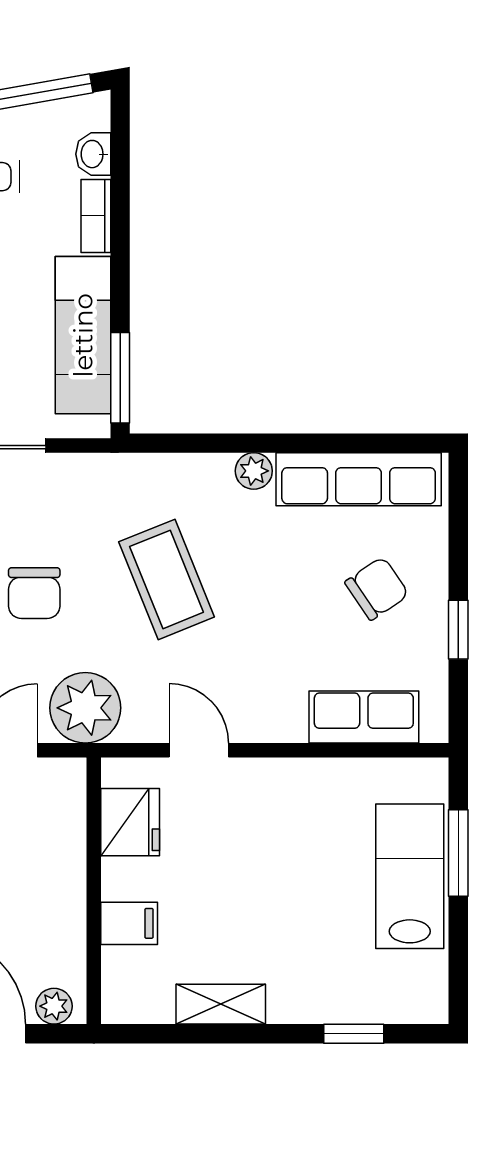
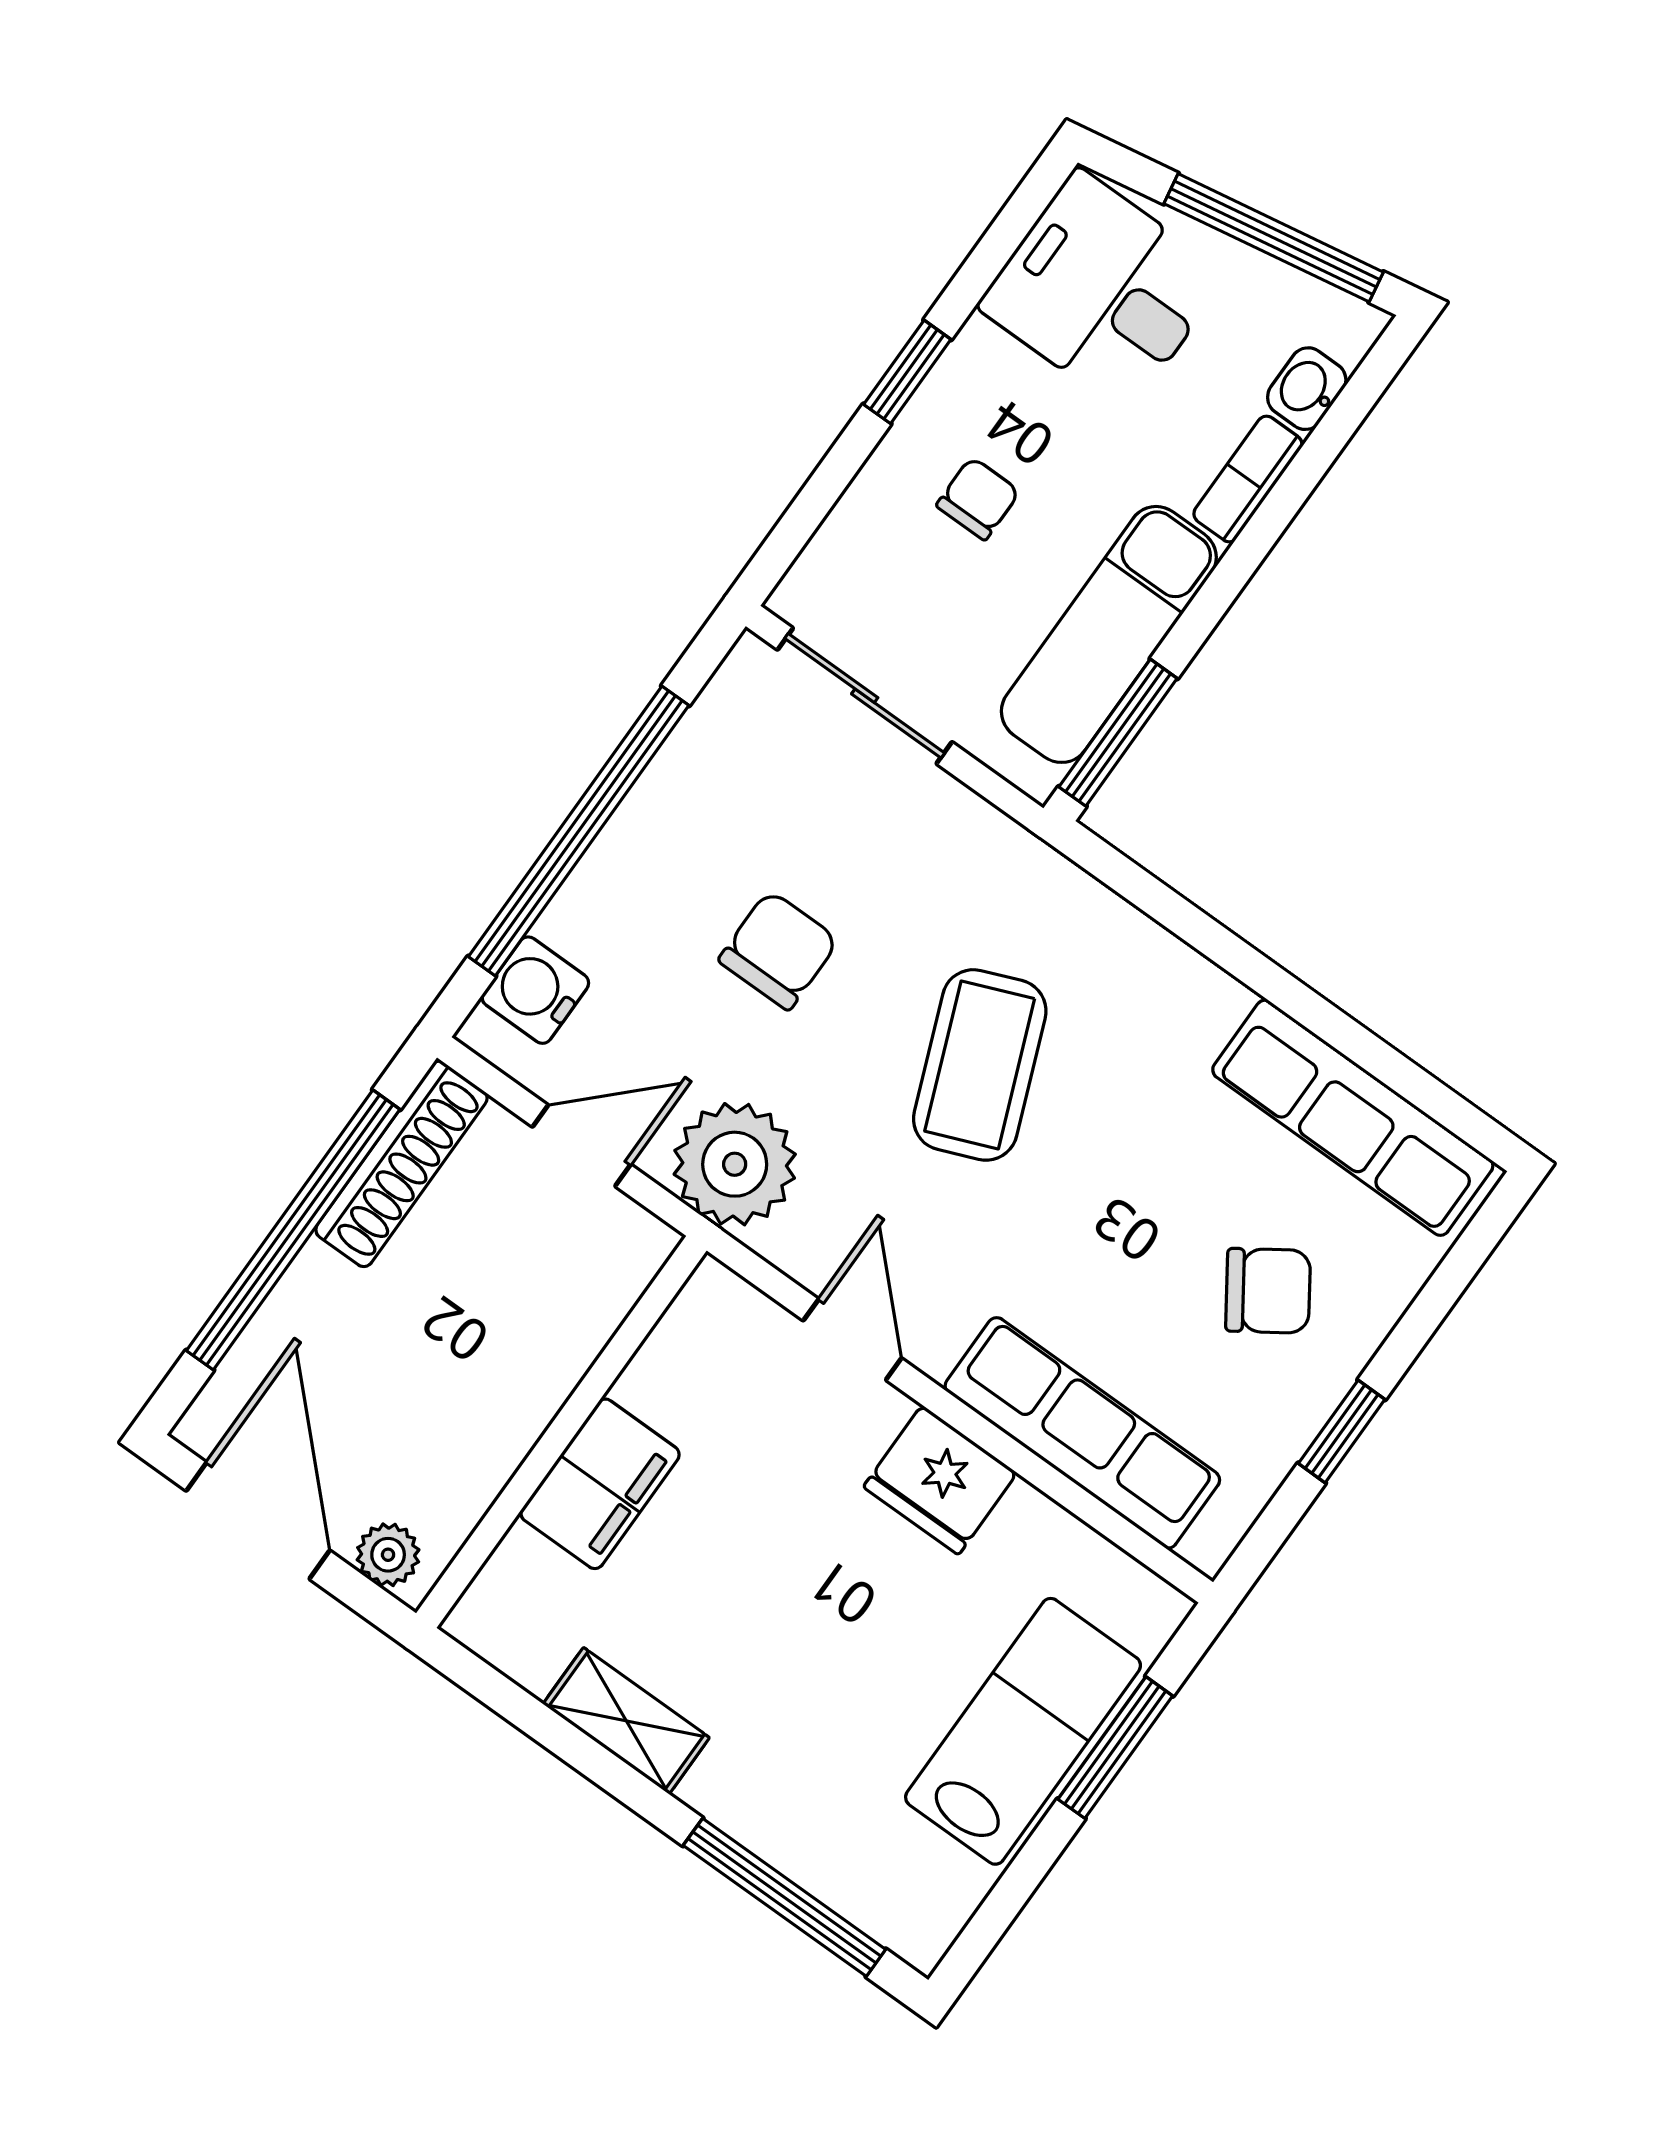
plant: (254, 471) -> (1213, 1000), removed
chair: (34, 593) -> (779, 950), turned 180
row of seats: (364, 717) -> (1082, 1433), width x1.48
fridge: (130, 822) -> (940, 1480), moved, turned 90
filing cabinet: (129, 923) -> (600, 1484), width x2.00
window: (354, 1034) -> (784, 1897), width x2.17

